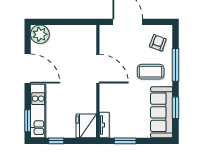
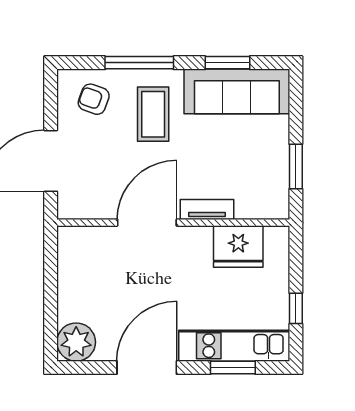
window: (28, 121) -> (233, 368), moved
tv unit: (104, 125) -> (207, 209), moved
fridge: (86, 126) -> (238, 247), moved

